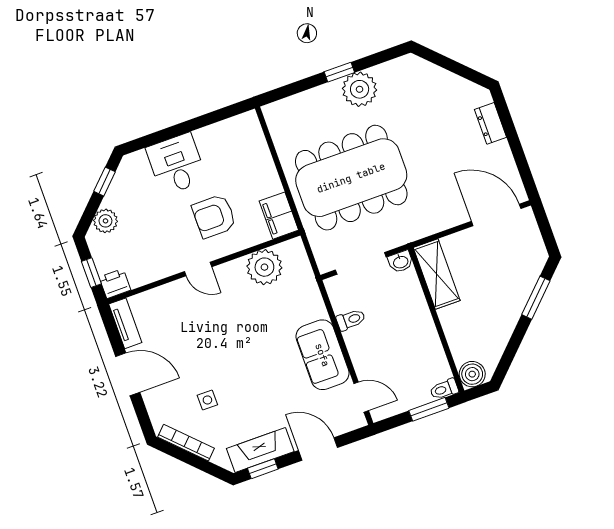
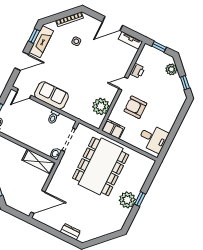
desk: (176, 164) -> (153, 138), moved
armchair: (214, 216) -> (135, 107), turned -90
printer: (115, 284) -> (137, 71), moved

